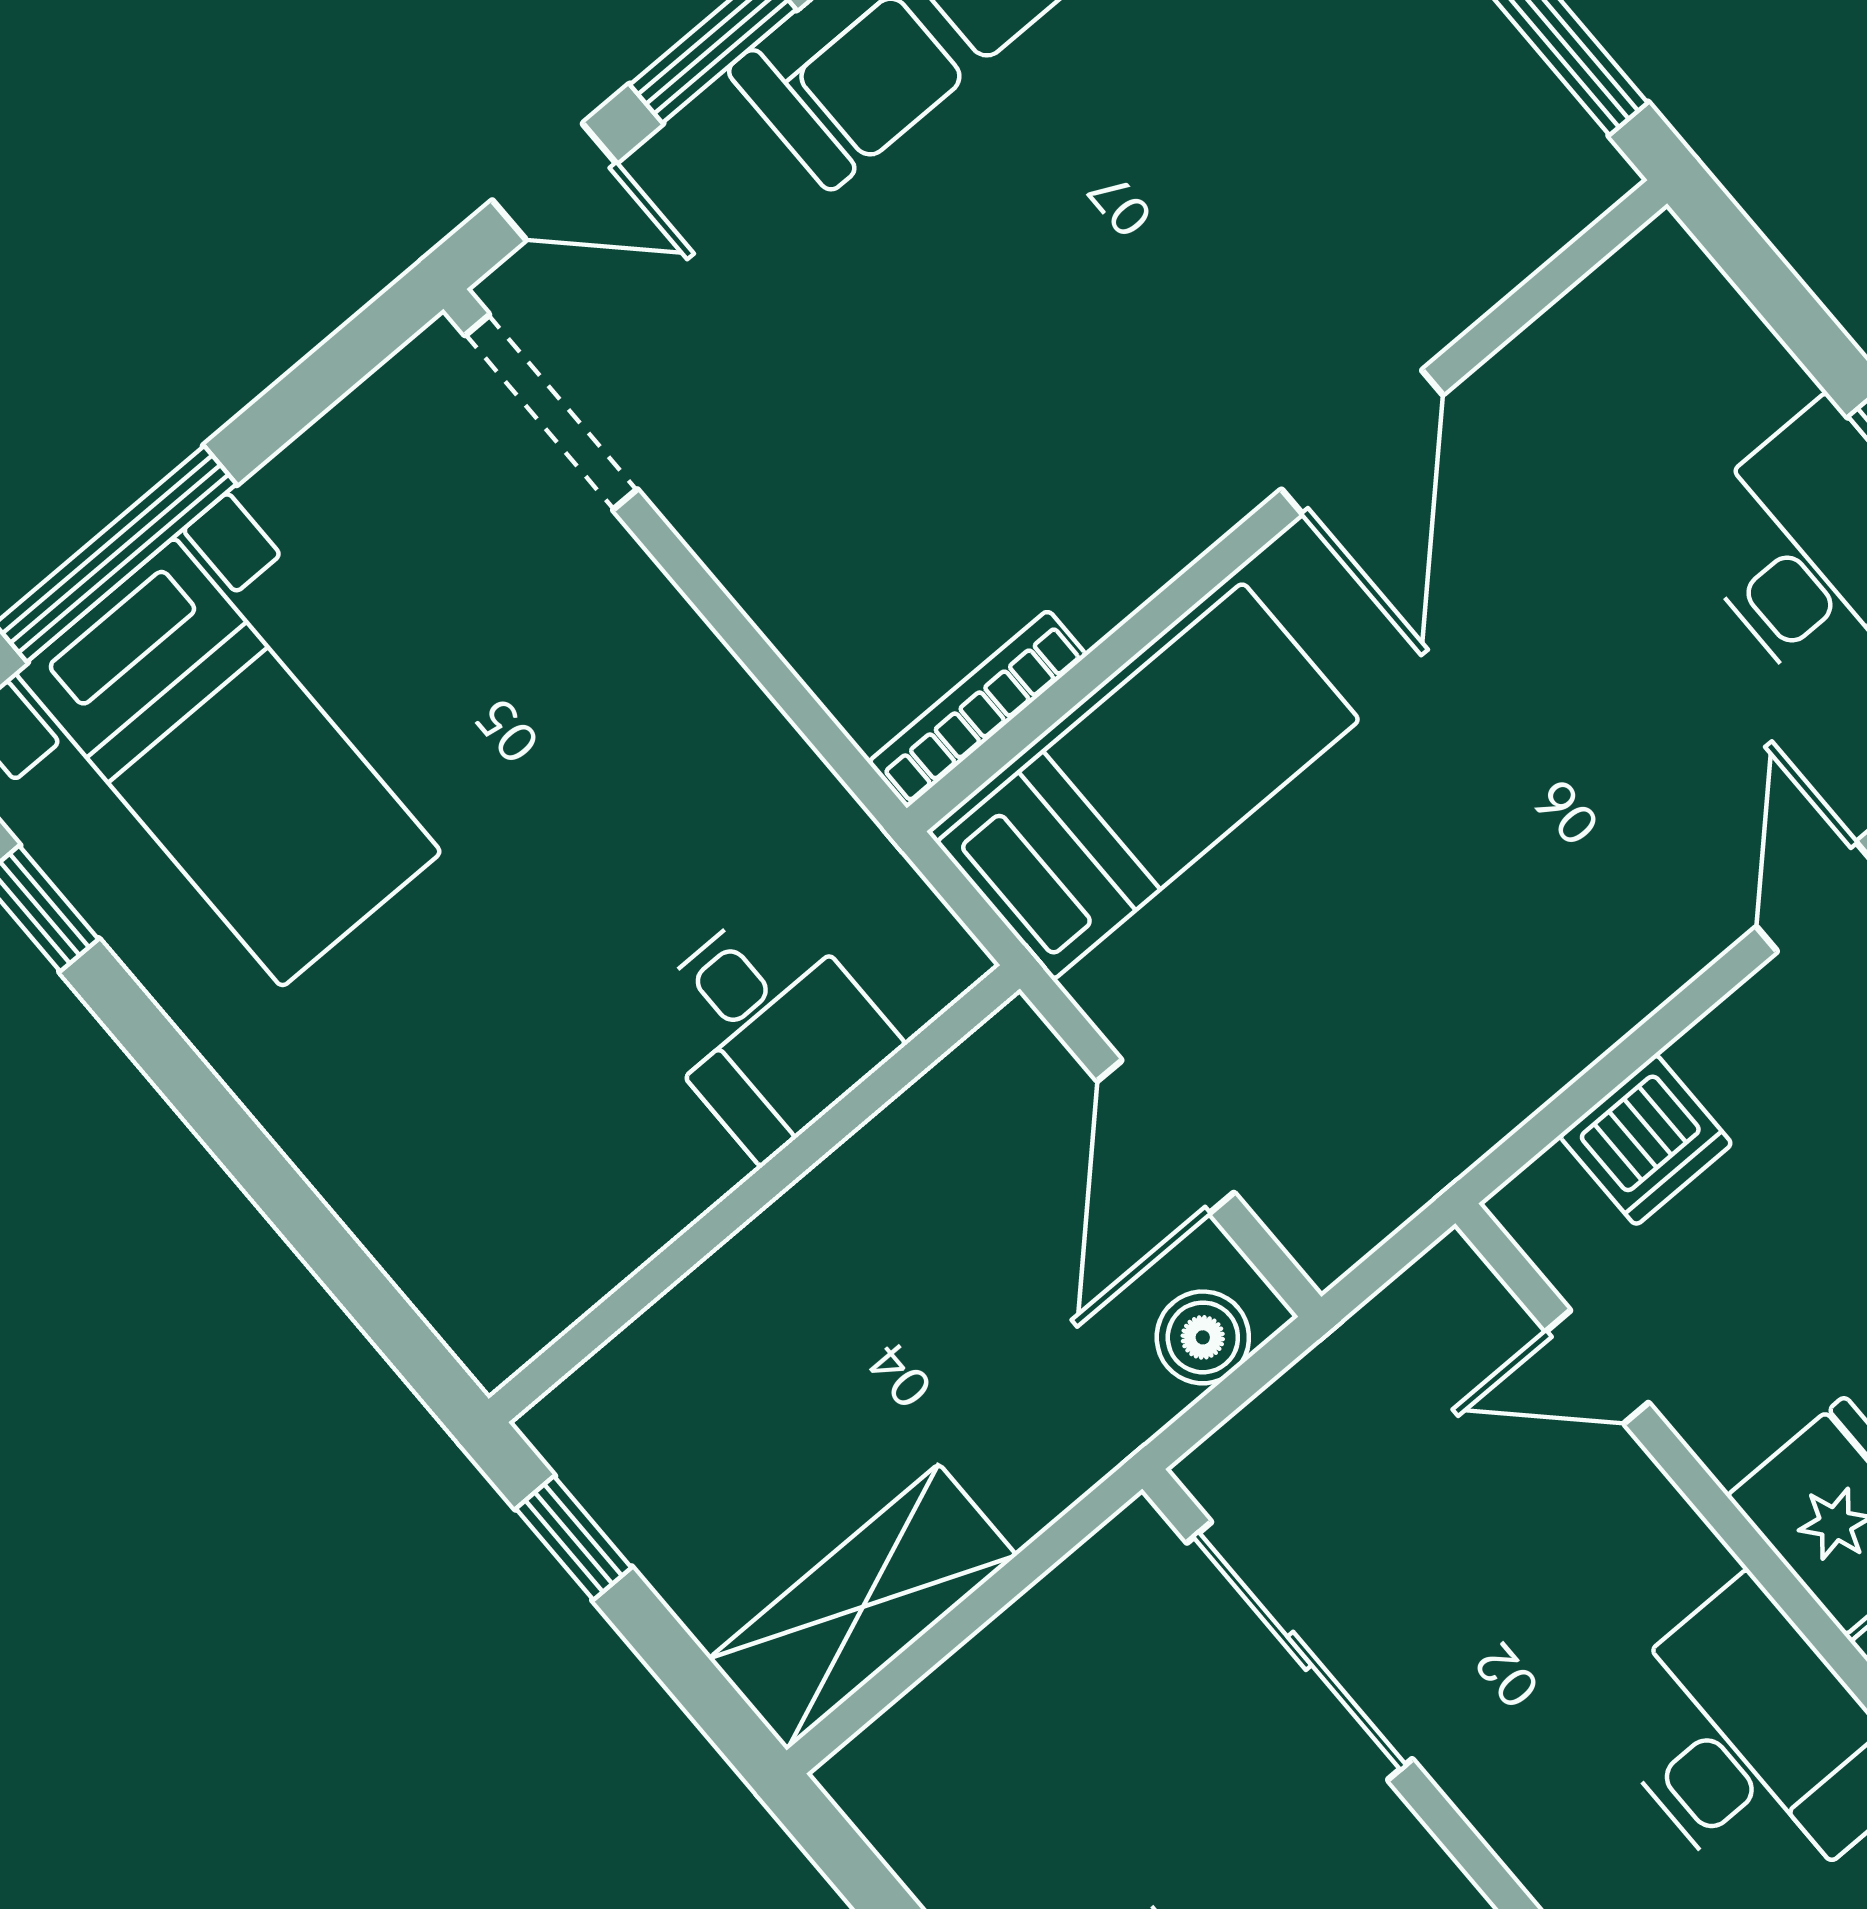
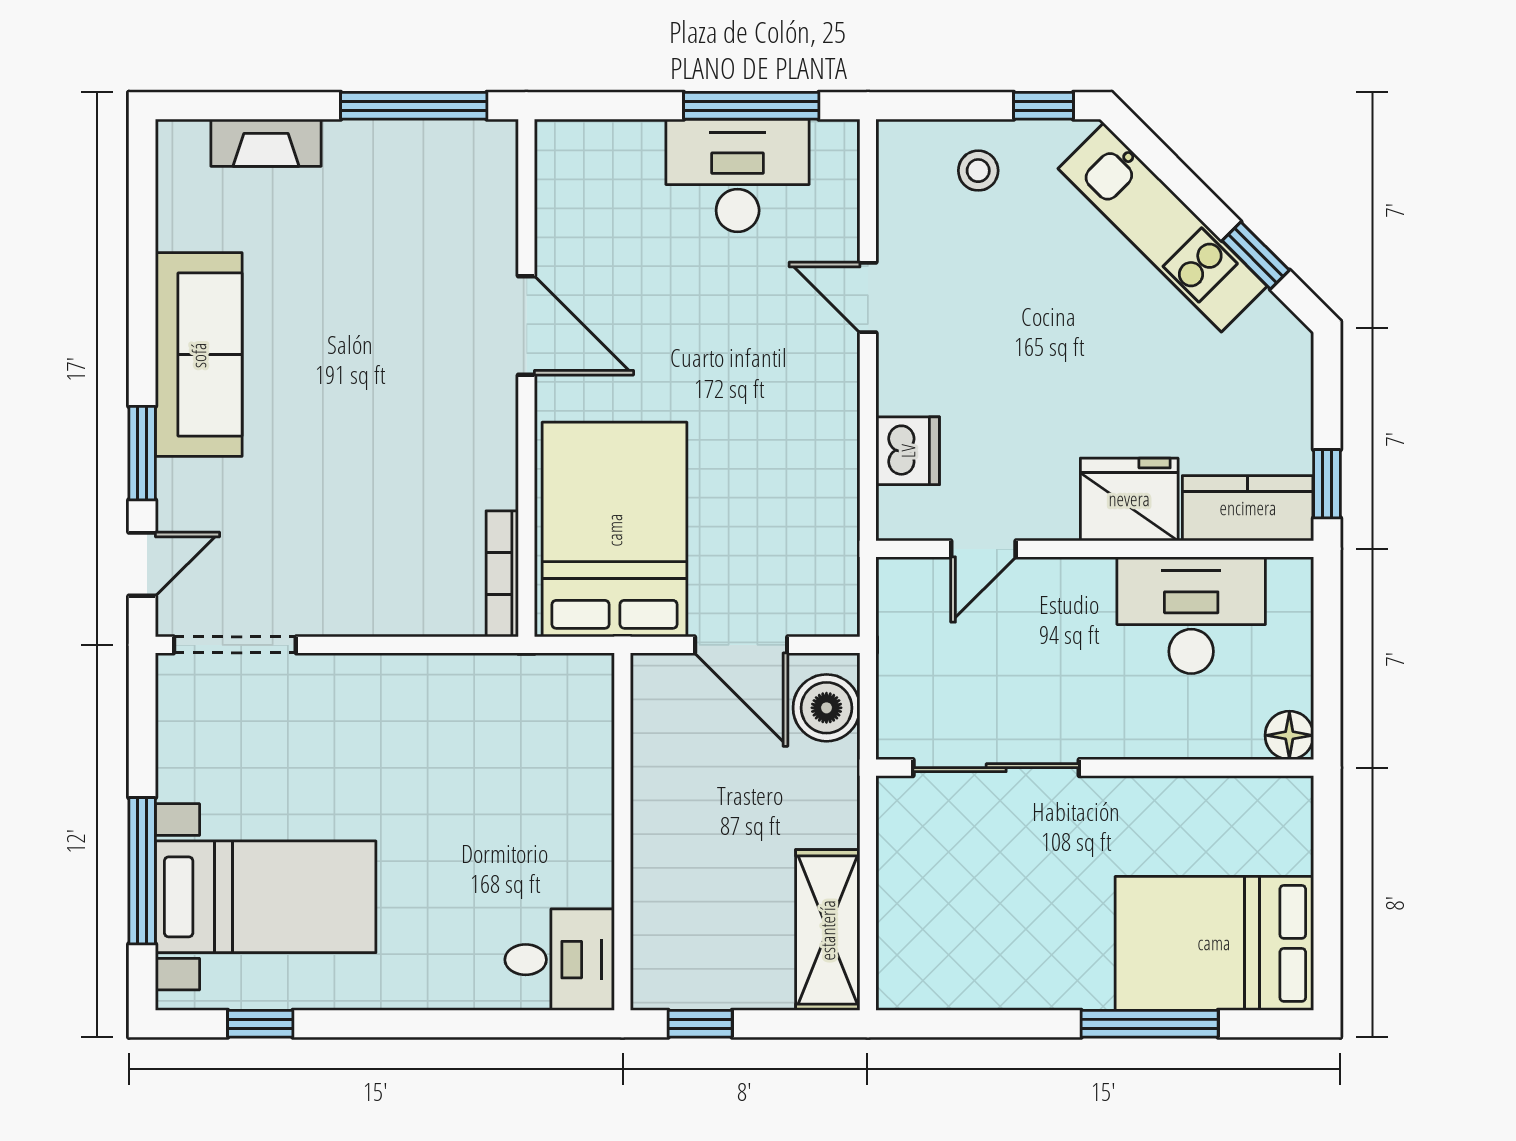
bed: (1148, 781) -> (615, 530), width x1.50
desk: (768, 1028) -> (560, 960), moved
boiler: (1203, 1337) -> (826, 708), width x1.36, depth x1.36

